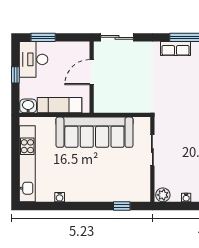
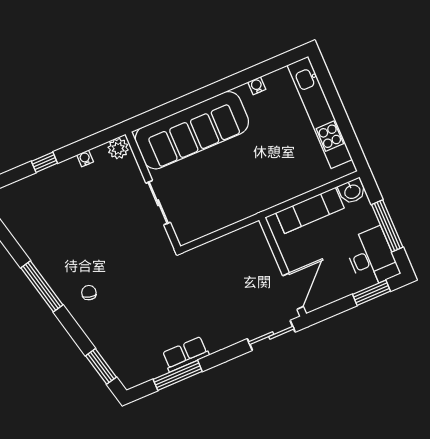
door: (92, 72) -> (293, 291), moved
window: (15, 75) -> (387, 226), width x2.17
sofa: (94, 132) -> (192, 130), moved, turned 180
window: (122, 206) -> (167, 110), removed

